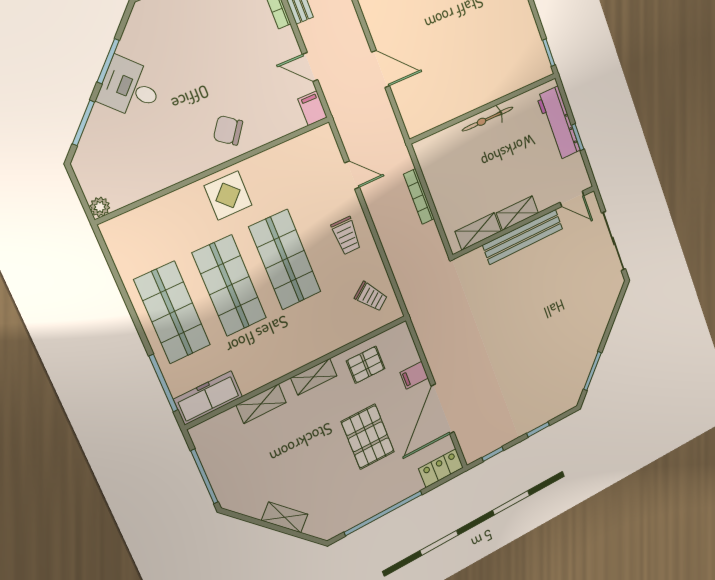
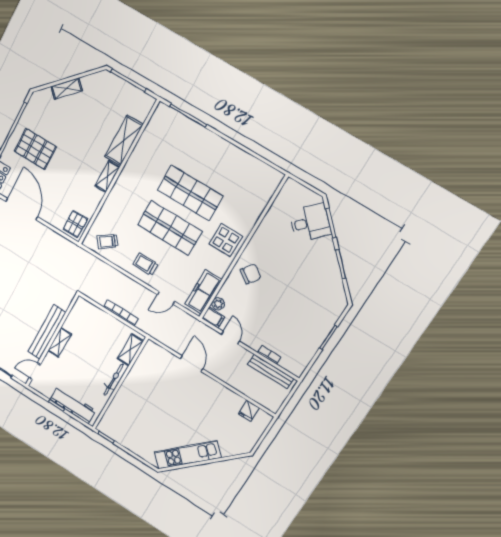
door: (310, 67) -> (230, 338), hinge flipped
door: (381, 69) -> (192, 364), swing flipped
desk: (130, 88) -> (310, 223), moved
plant: (100, 207) -> (218, 304), moved
shelving: (478, 231) -> (130, 350), moved
shop shelf: (172, 312) -> (211, 157), removed
pallet: (366, 365) -> (75, 224), moved
filing cabinet: (414, 375) -> (52, 216), removed
freezer: (208, 398) -> (203, 292), moved, turned 180
shelving: (261, 404) -> (124, 141), width x1.50, depth x1.33
pallet: (368, 437) -> (35, 149), moved

